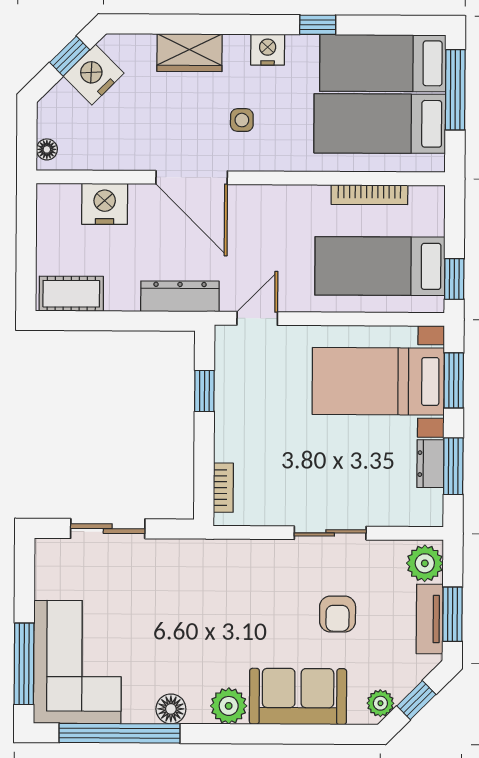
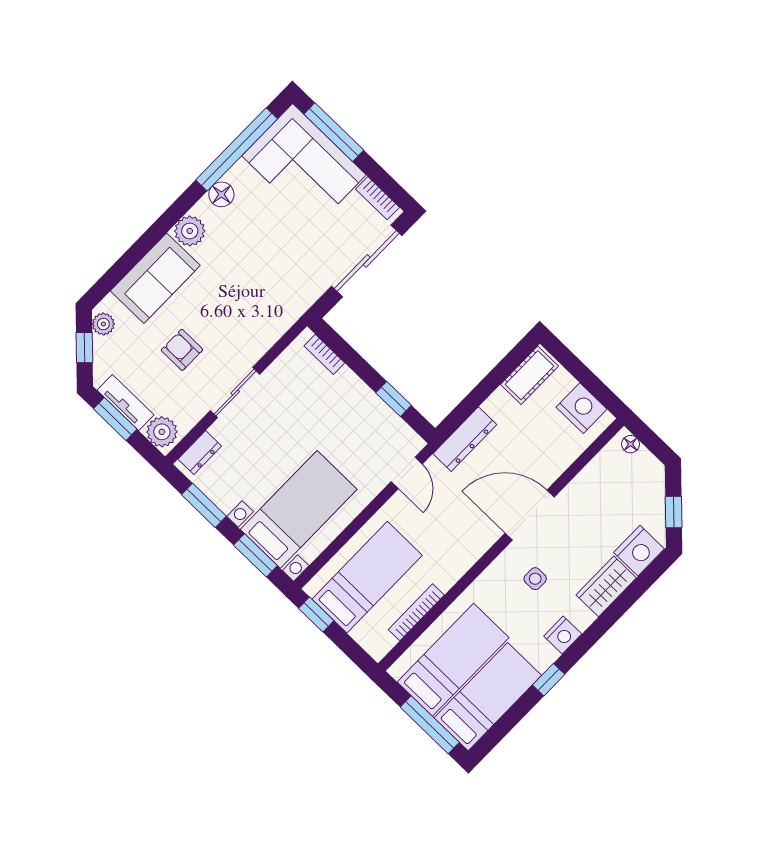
nightstand: (94, 75) -> (639, 551), moved, turned 45
nightstand: (105, 204) -> (582, 408), moved, turned -90
dresser: (430, 464) -> (200, 453), moved, turned 90
sliding door: (108, 529) -> (367, 261), width x1.37
bookcase: (45, 571) -> (378, 198), added

